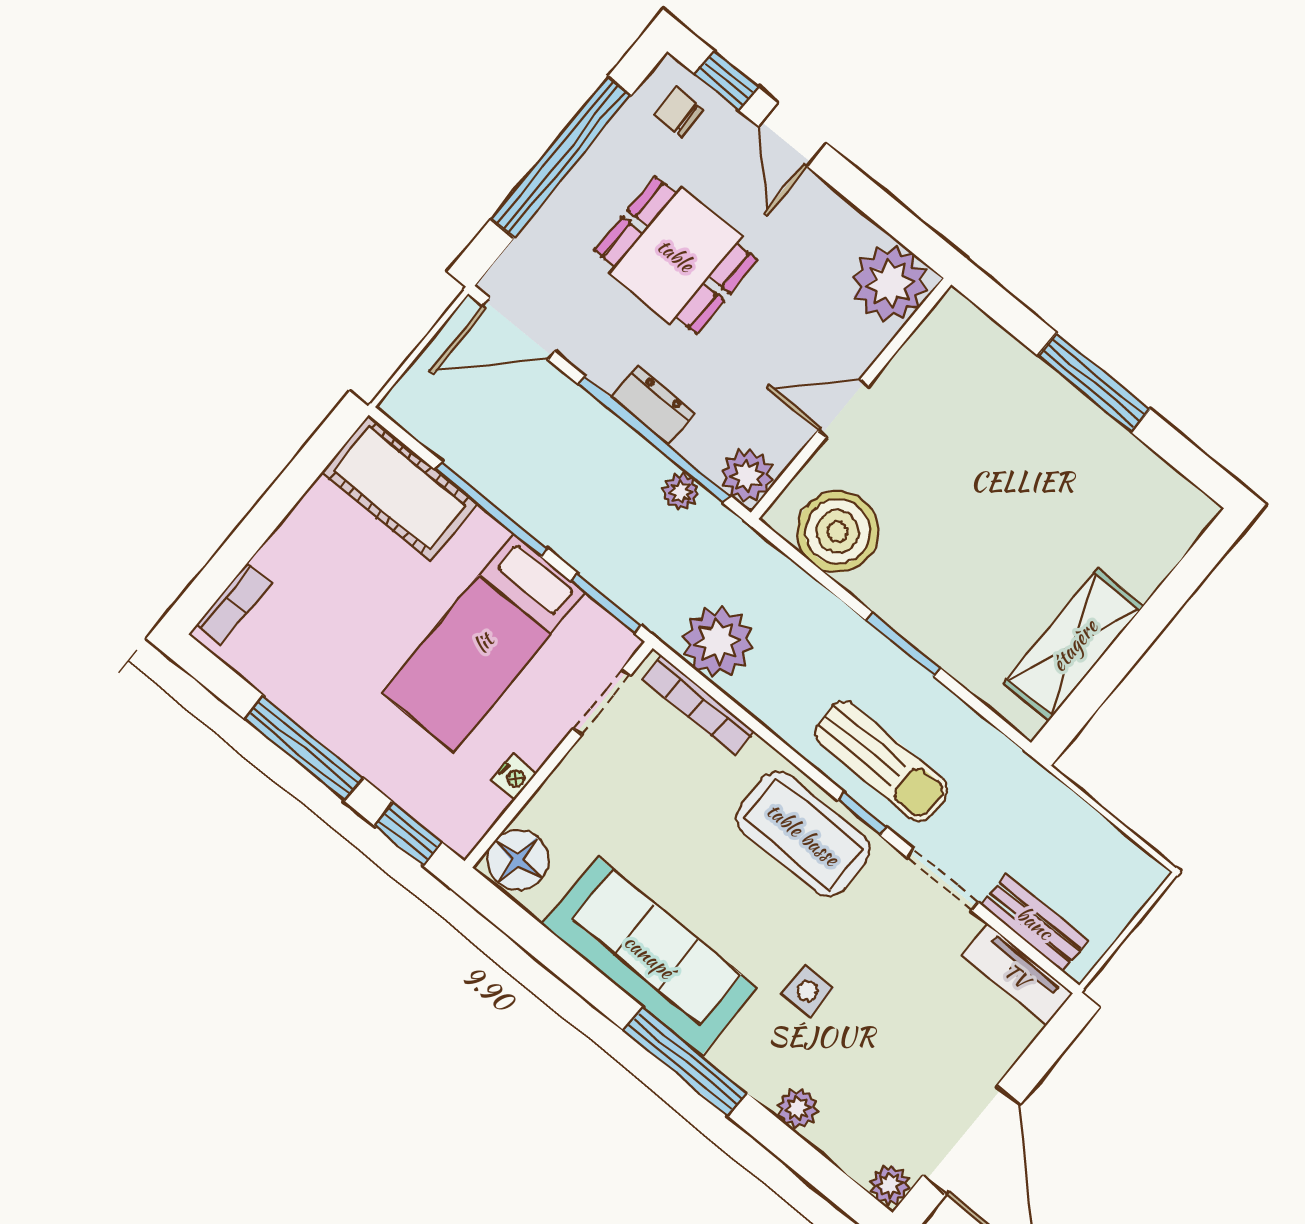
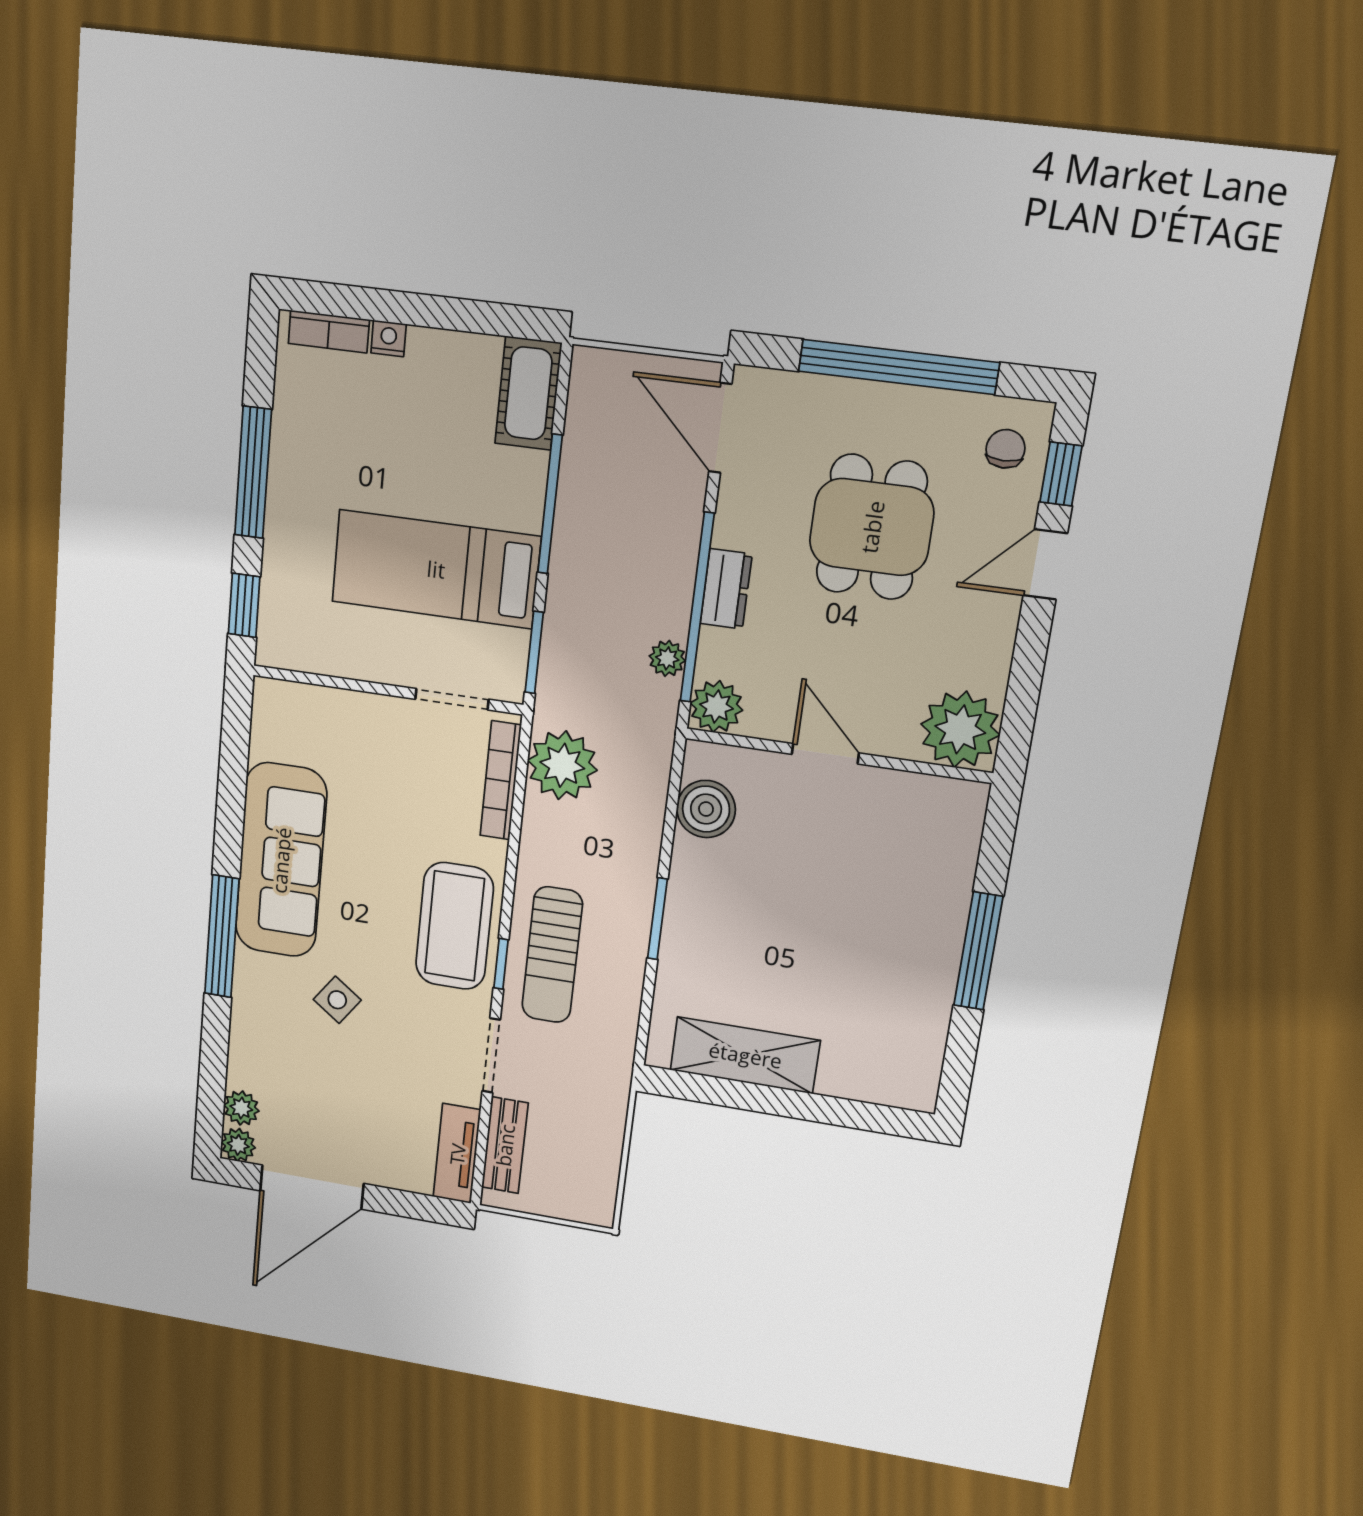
cot: (399, 488) -> (528, 393), width x0.73, depth x0.75
boiler: (838, 532) -> (706, 809), width x0.73, depth x0.73
nightstand: (514, 777) -> (389, 338), moved, turned 180
floor lamp: (518, 860) -> (284, 709), removed
side table: (807, 991) -> (337, 1000), turned 36
plant: (798, 1109) -> (241, 1108), moved

